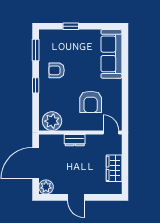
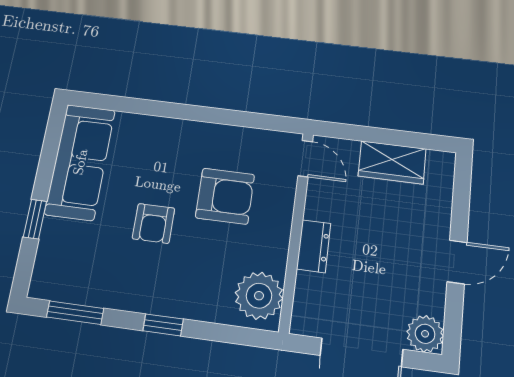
sofa: (111, 54) -> (80, 162), moved, turned -90
armchair: (57, 70) -> (154, 223), moved
door: (111, 133) -> (305, 159), swing flipped

